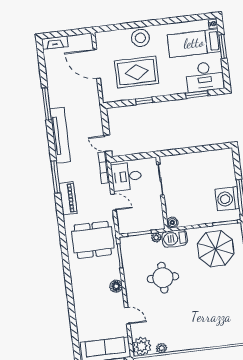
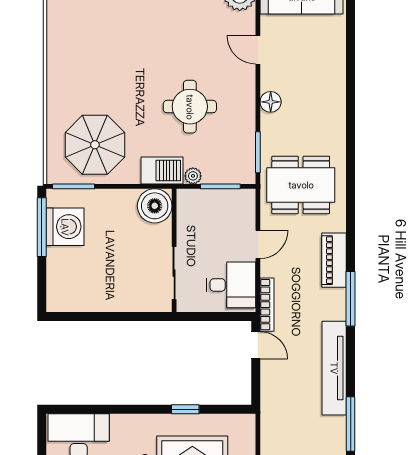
window: (197, 94) -> (95, 409), removed
door: (113, 202) -> (258, 244), swing flipped
boiler: (172, 223) -> (155, 206), width x1.86, depth x1.86

